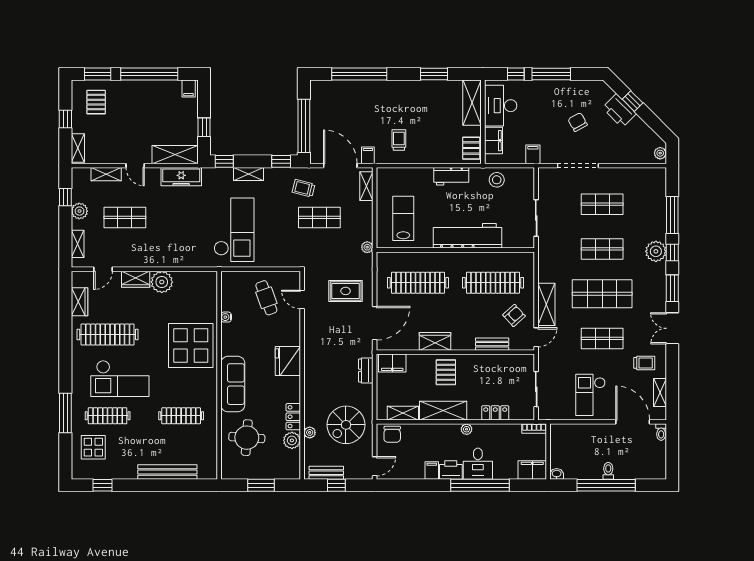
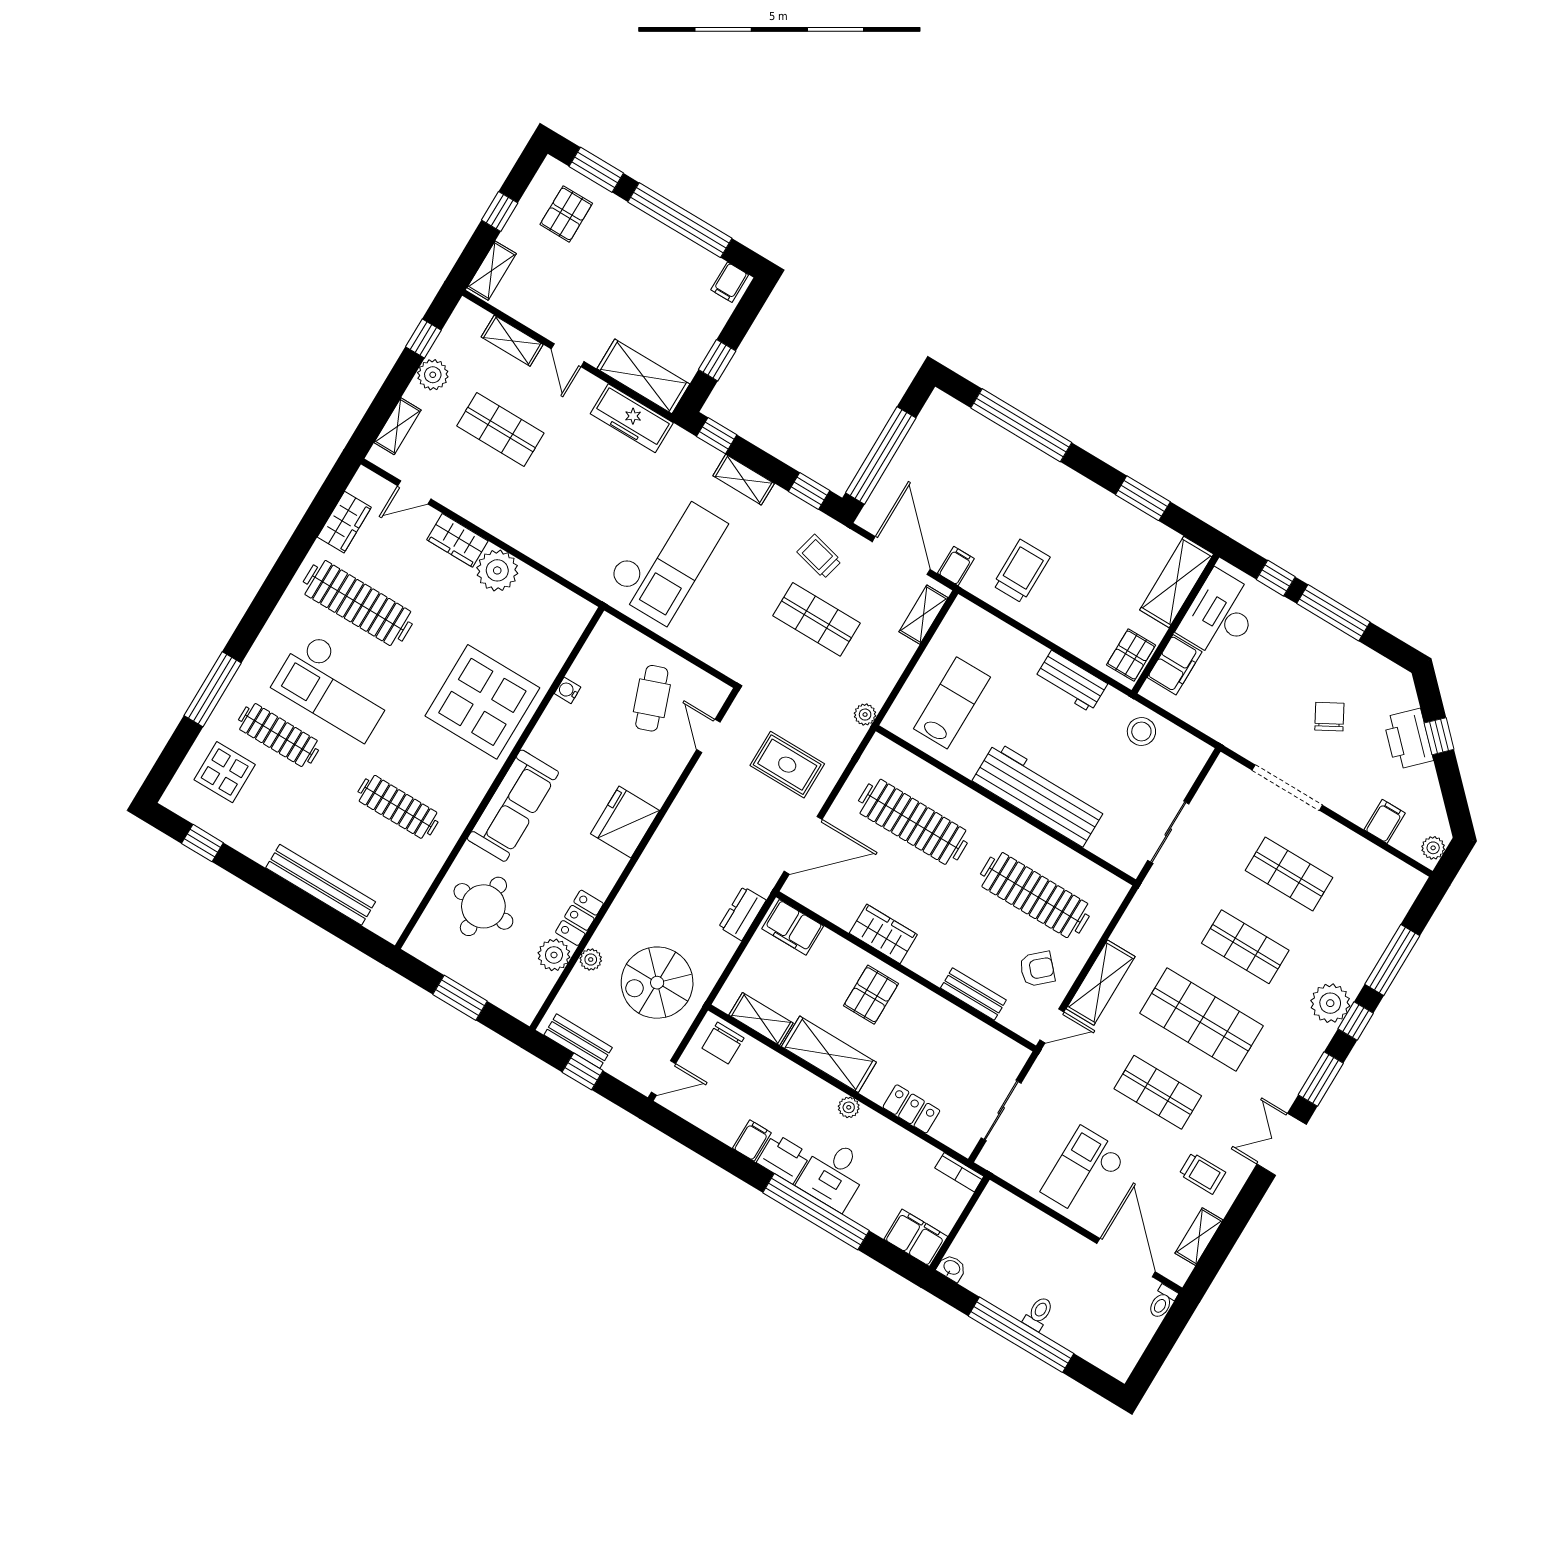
trolley: (399, 140) -> (1021, 571), width x1.36, depth x1.39
filing cabinet: (533, 154) -> (1385, 821), moved

